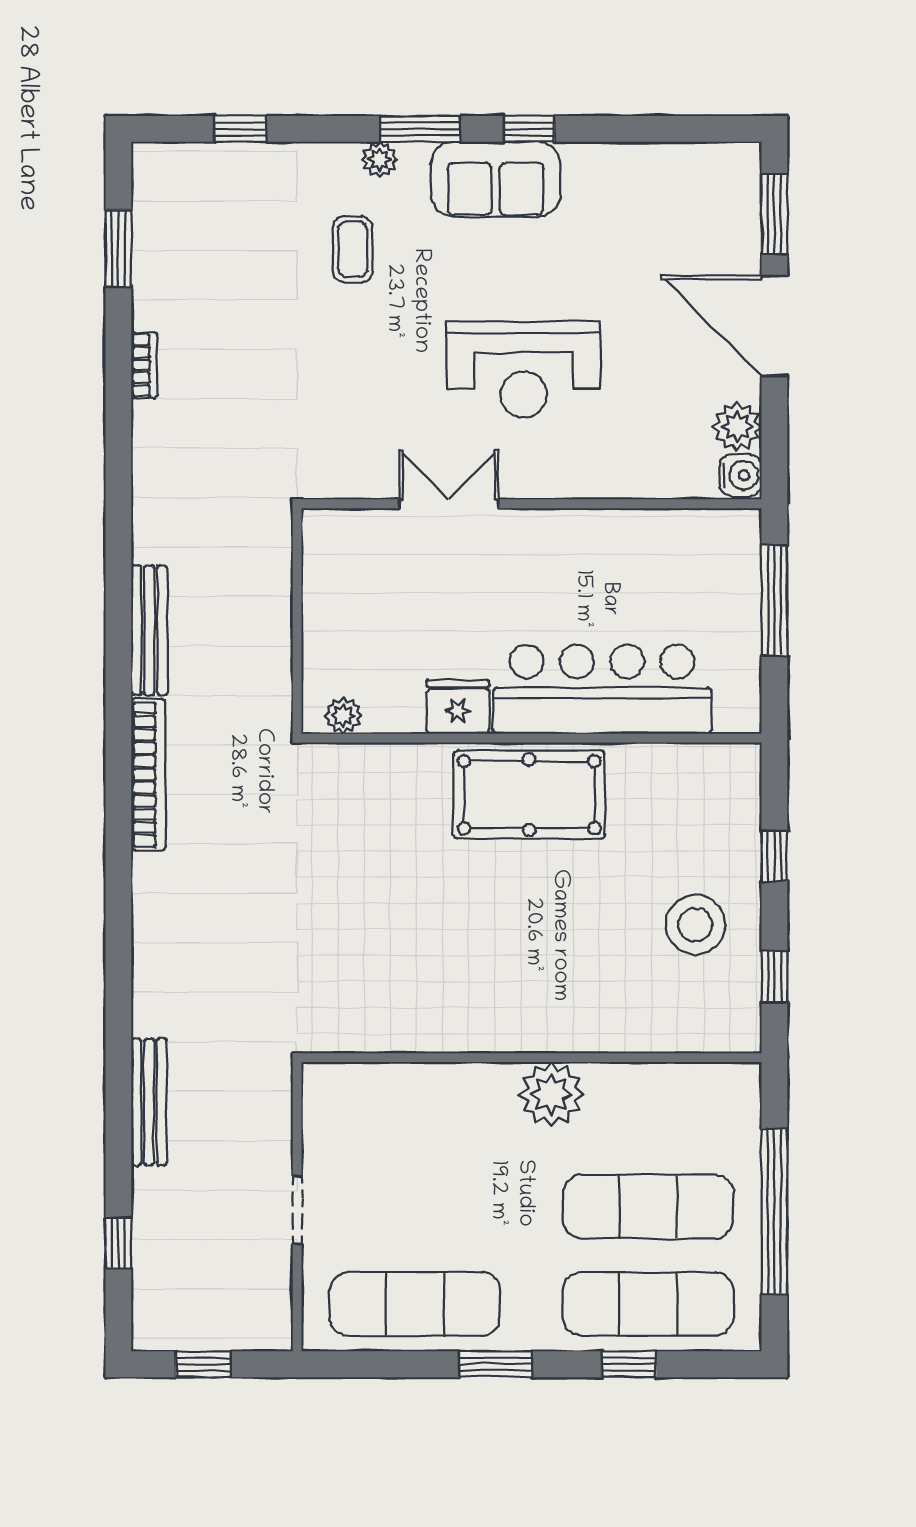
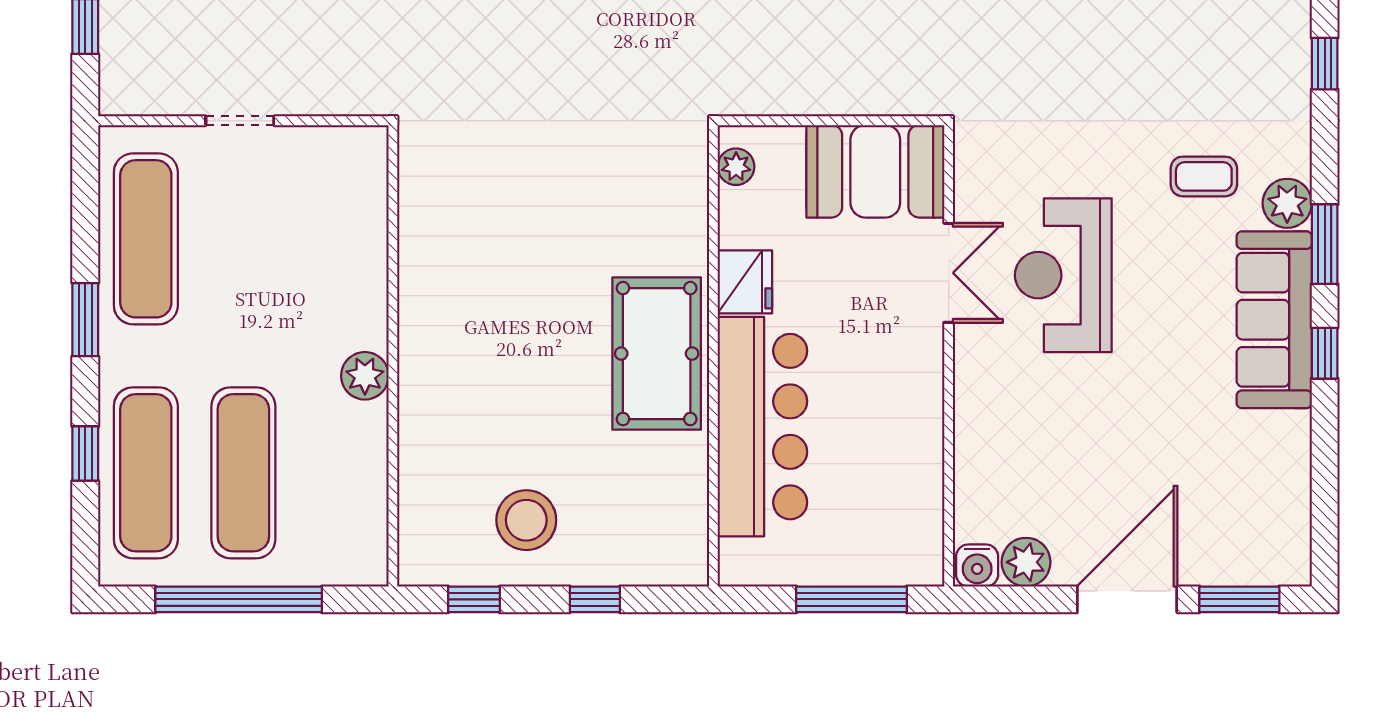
plant: (380, 159) -> (1287, 203), width x1.38, depth x1.38
sofa: (496, 179) -> (1274, 320), width x1.36
reception desk: (523, 369) -> (1063, 275), moved
booth: (348, 577) -> (875, 171), added
plant: (551, 1094) -> (365, 376), width x0.73, depth x0.73

